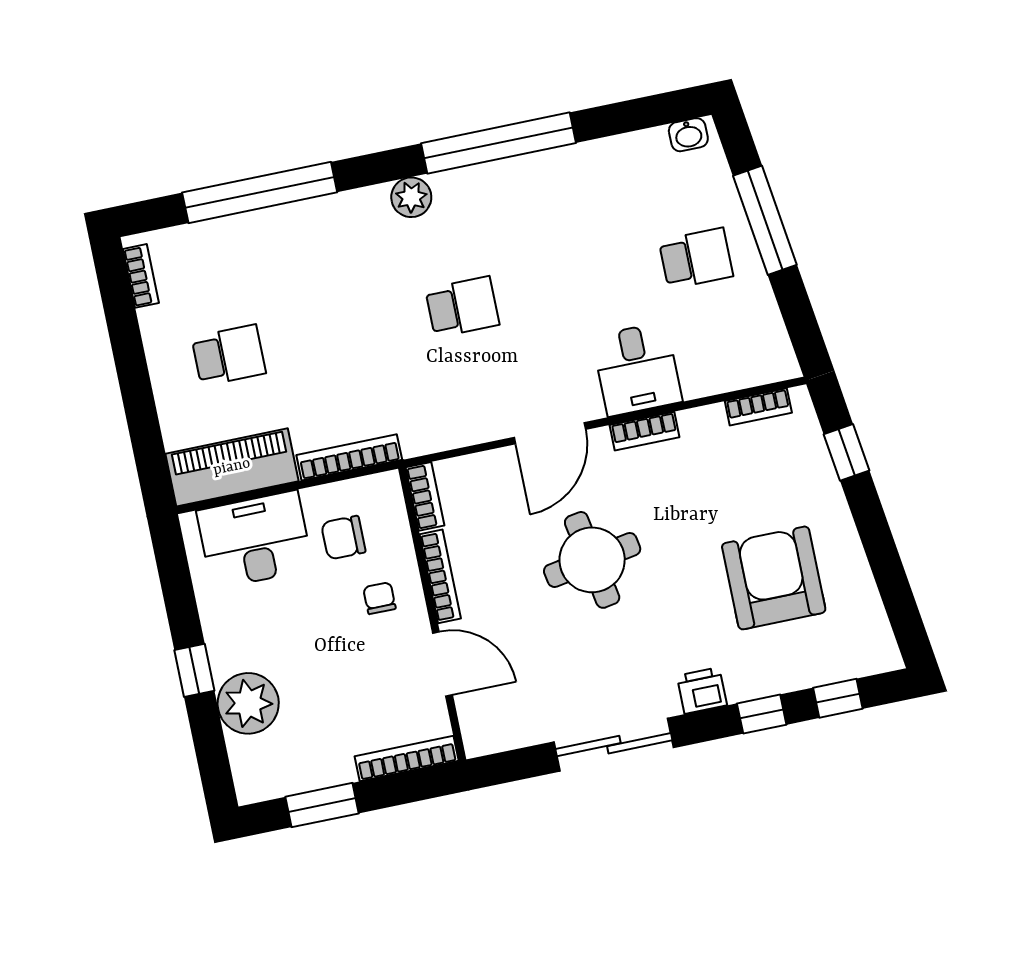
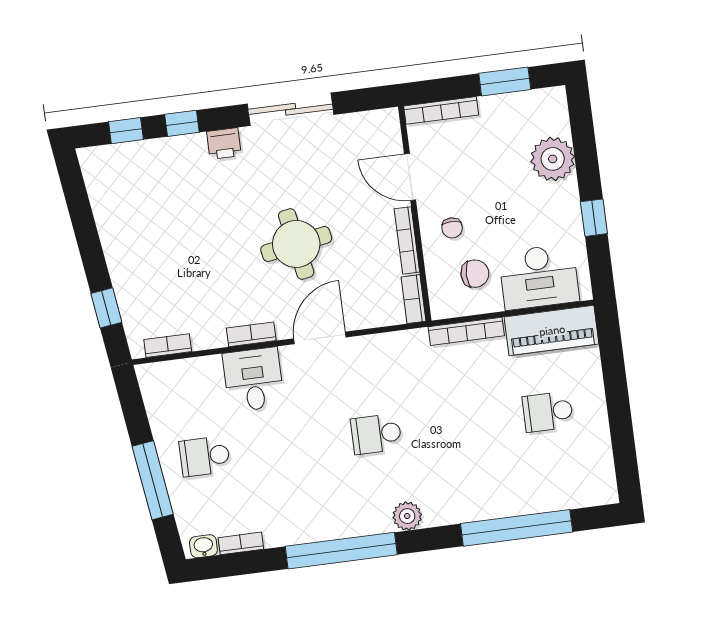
bookcase: (141, 276) -> (241, 543), moved, turned 90
armchair: (774, 578) -> (166, 221), removed
window: (194, 670) -> (594, 218), moved

